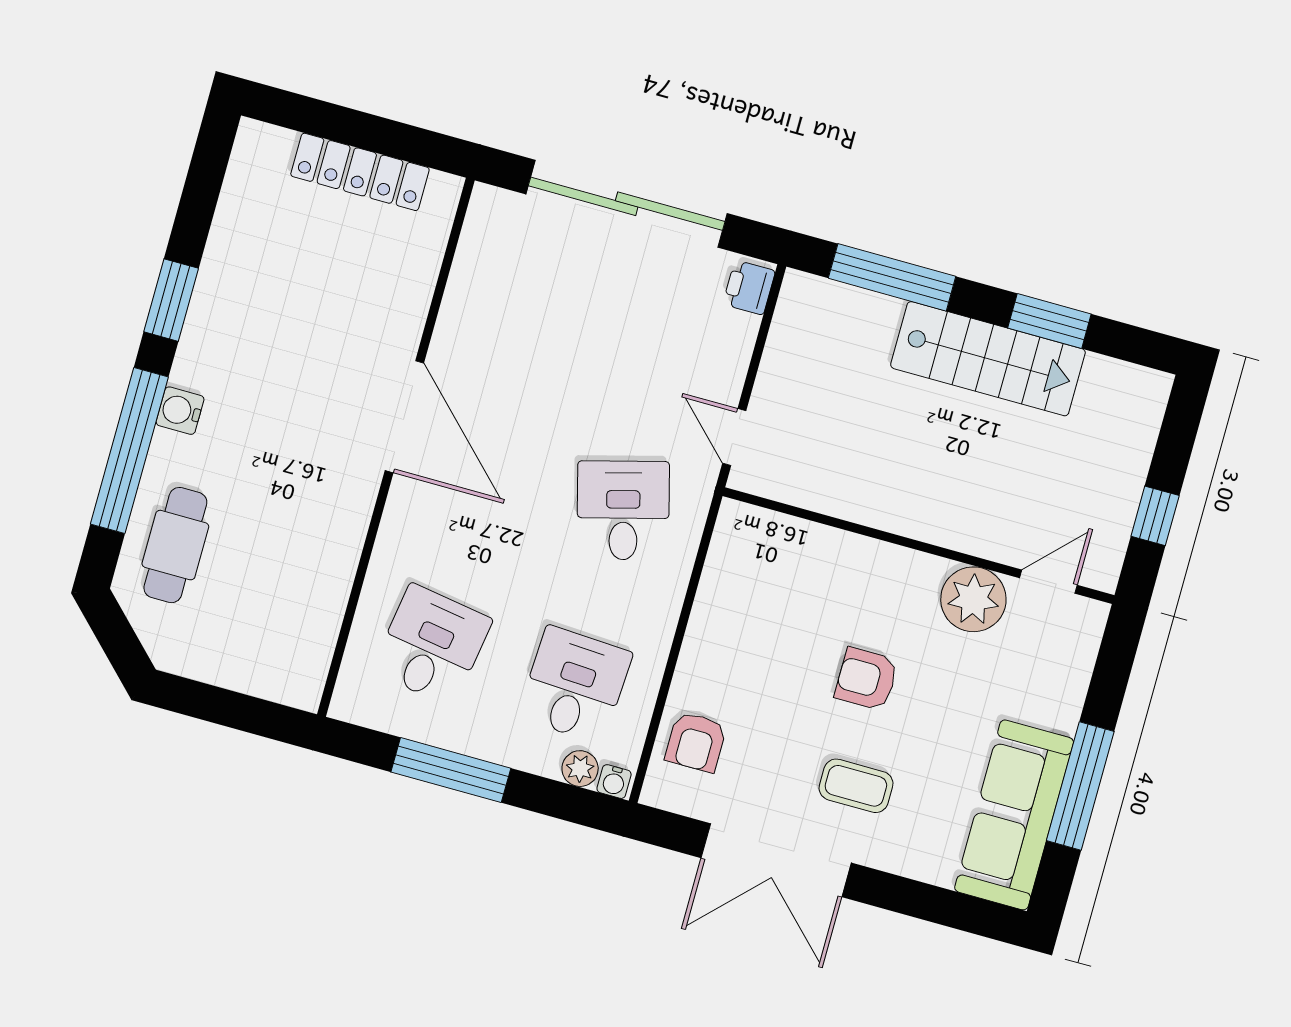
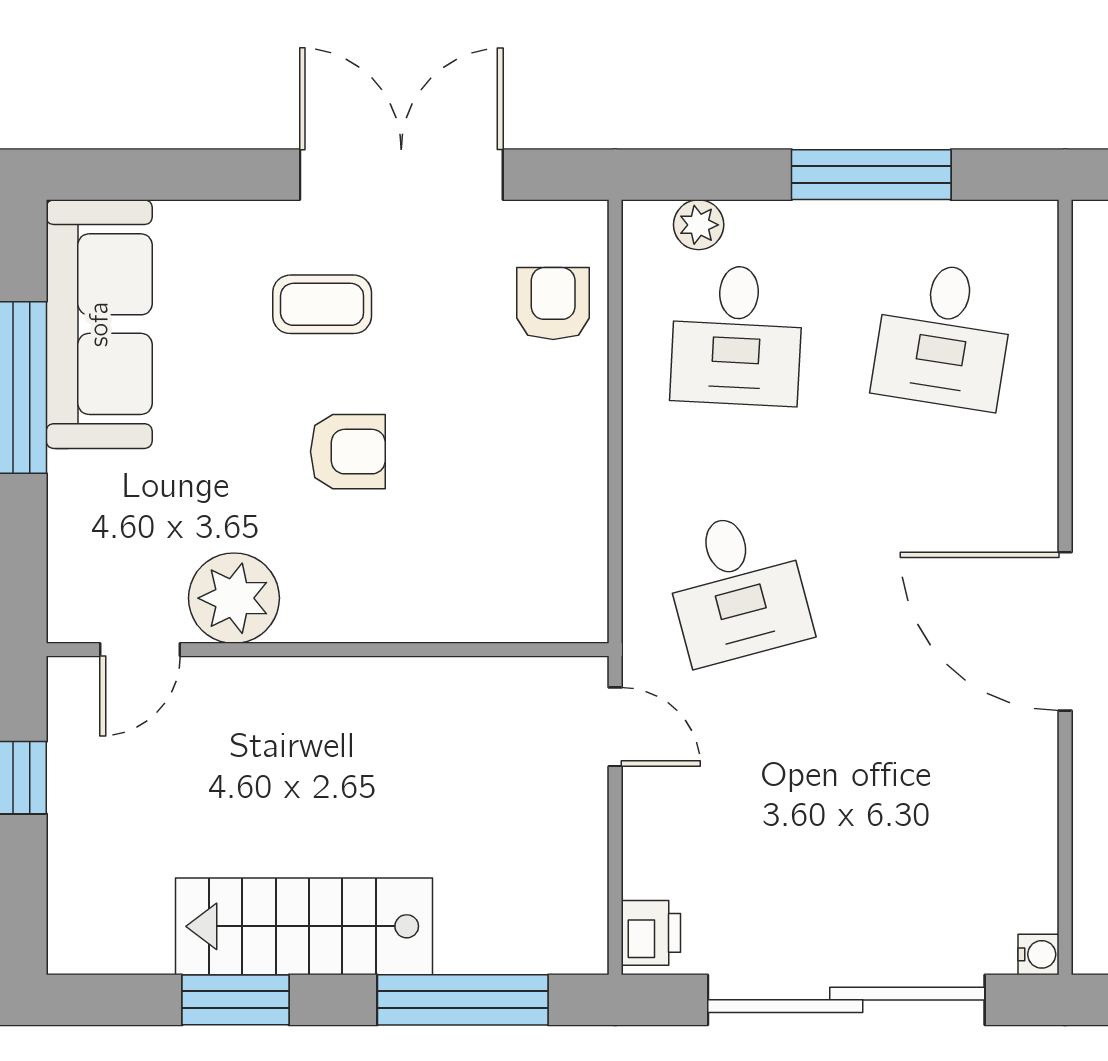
water cooler: (614, 782) -> (1038, 954), moved, turned 90

